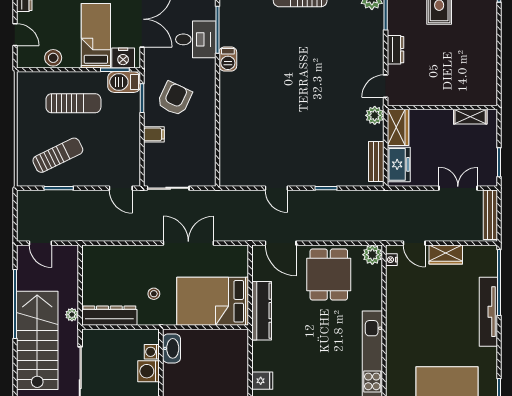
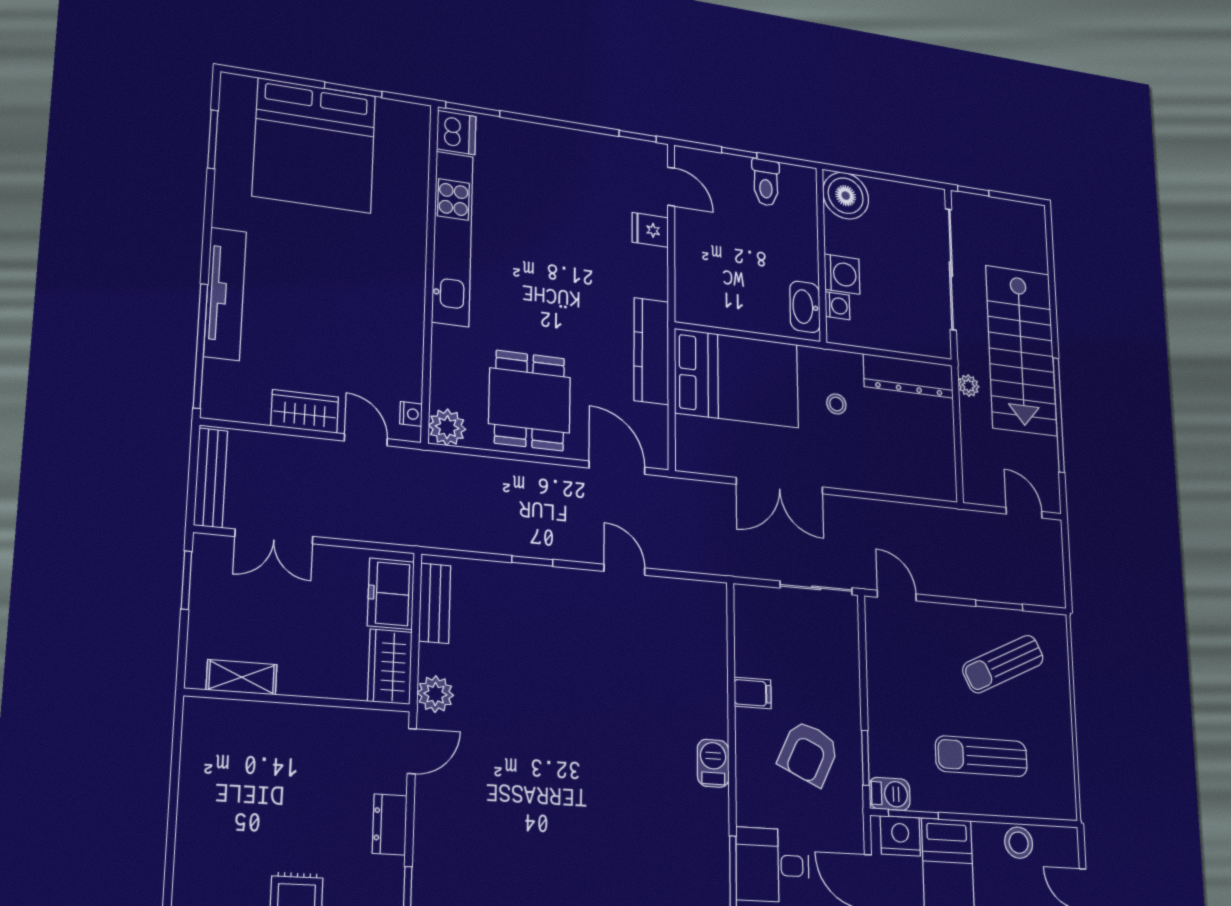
barbecue: (228, 59) -> (713, 763), moved
barbecue: (124, 82) -> (890, 794), width x0.73, depth x0.79
filing cabinet: (154, 134) -> (753, 693), moved, turned 180

